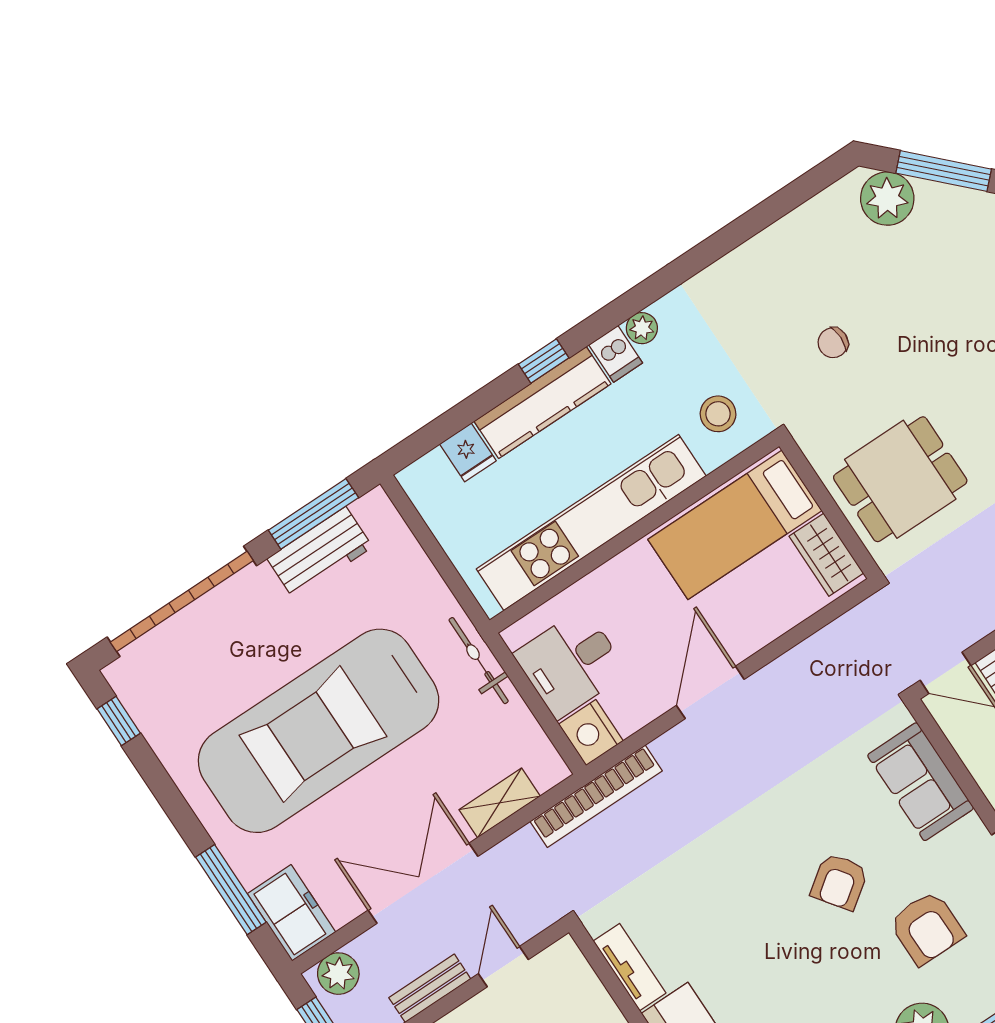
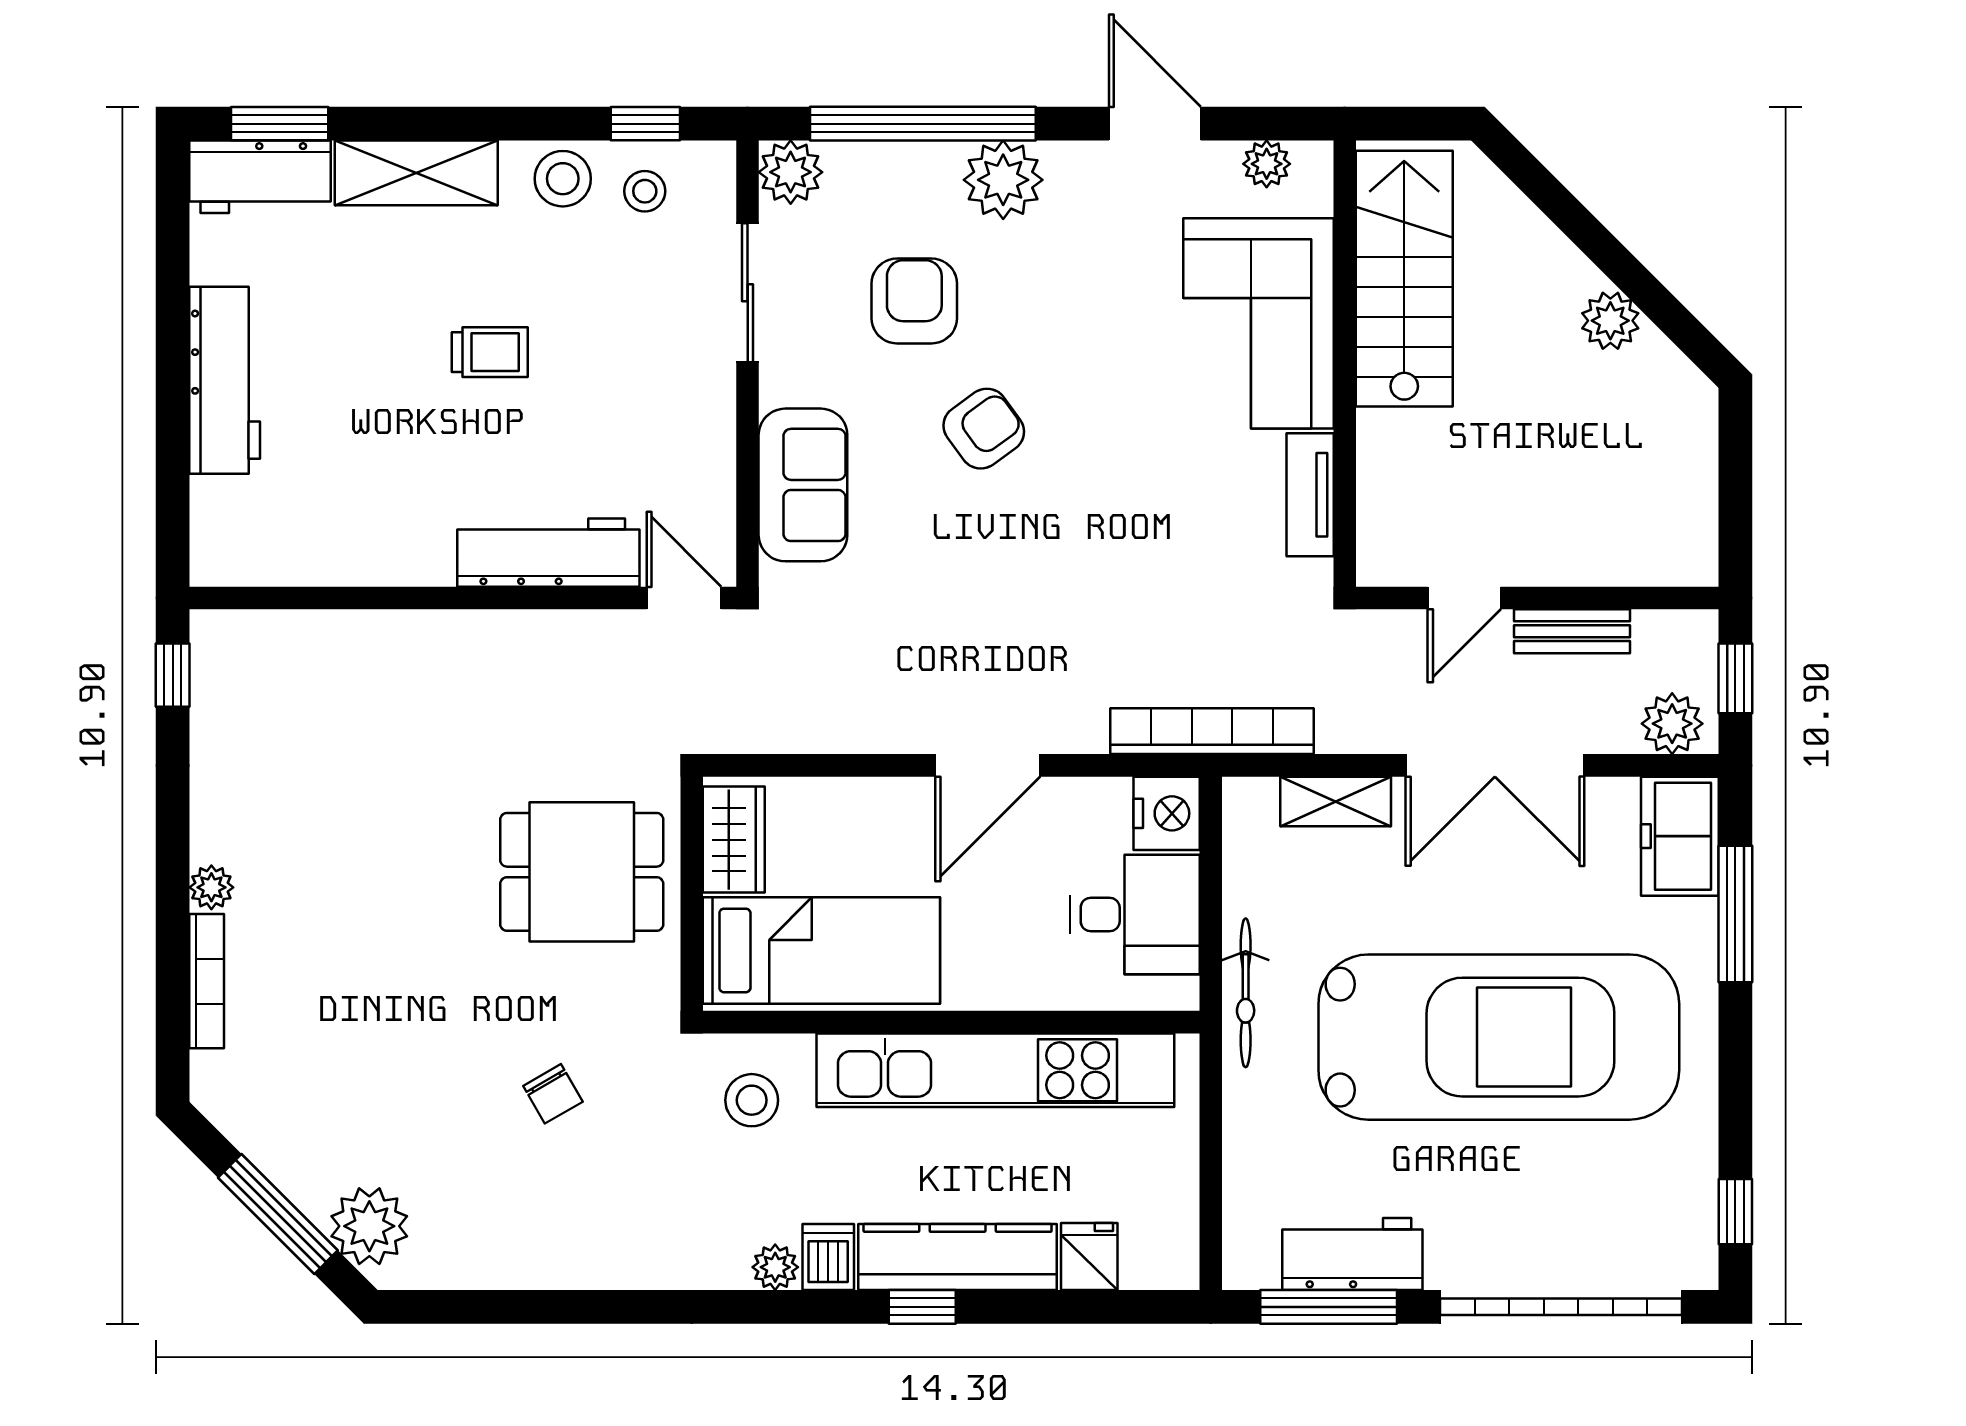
chair: (833, 343) -> (553, 1094), turned 60

